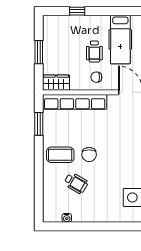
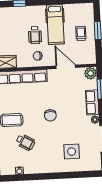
chair: (89, 154) -> (50, 115), moved

